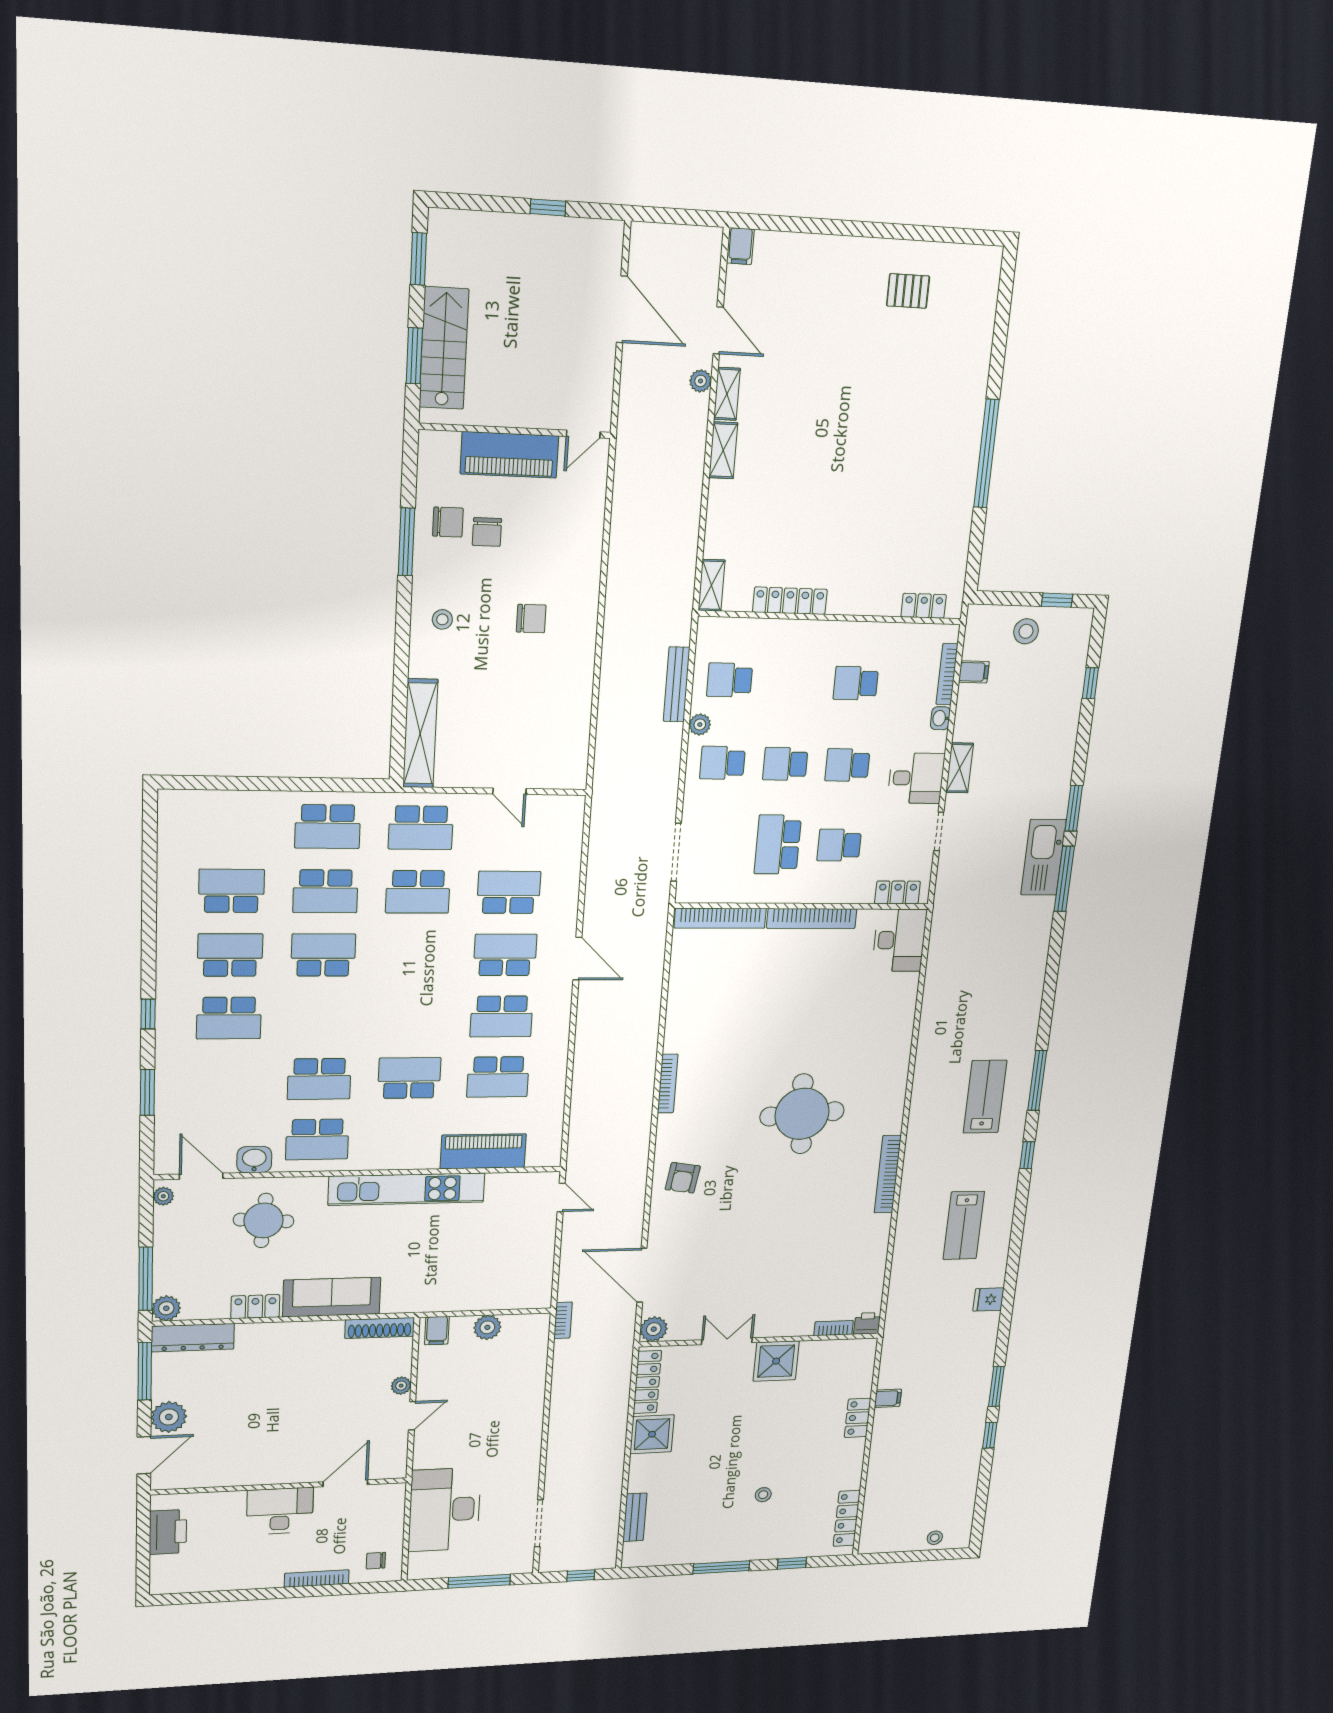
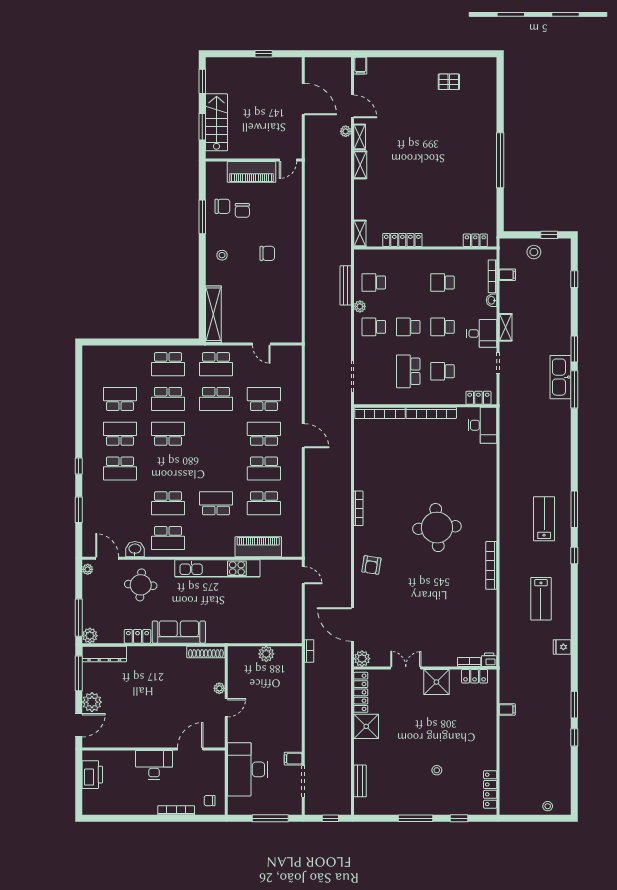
filing cabinet: (437, 1331) -> (293, 759), moved, turned 90
locker: (858, 1418) -> (475, 676), moved, turned -90

